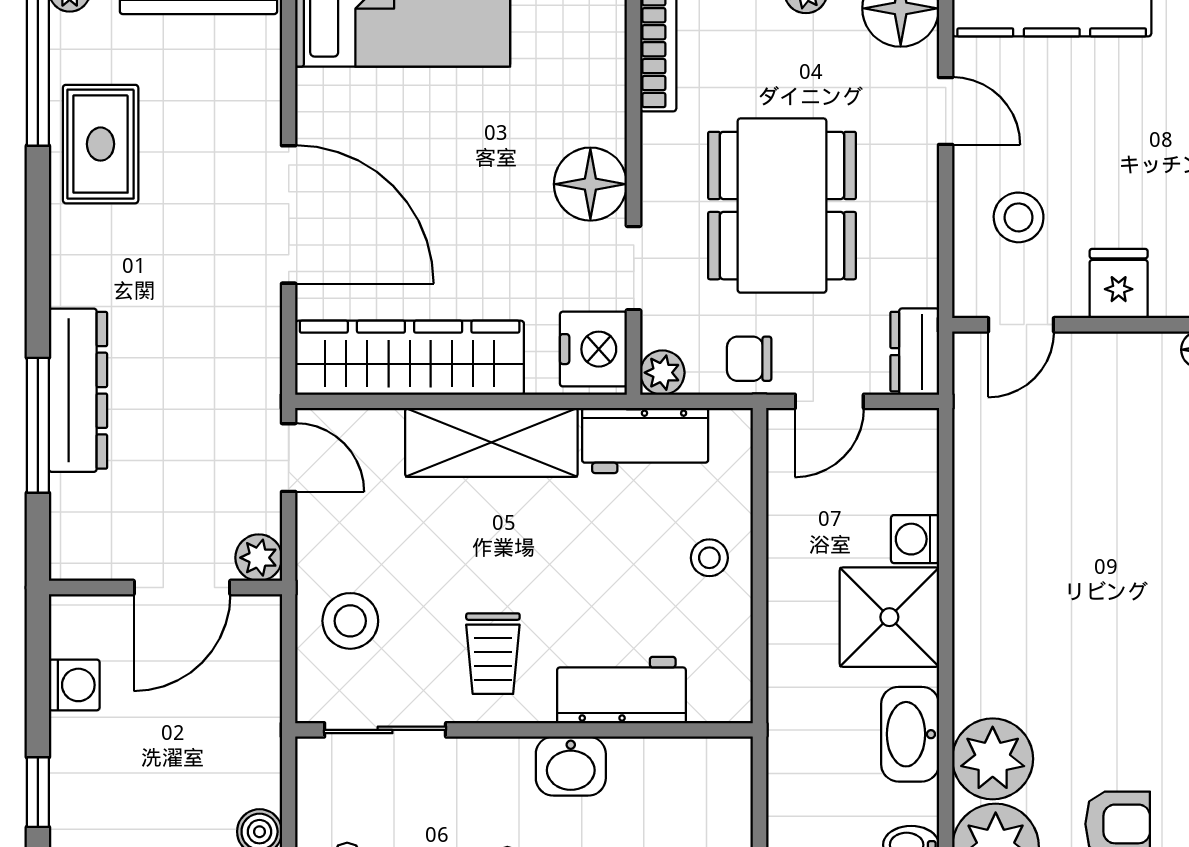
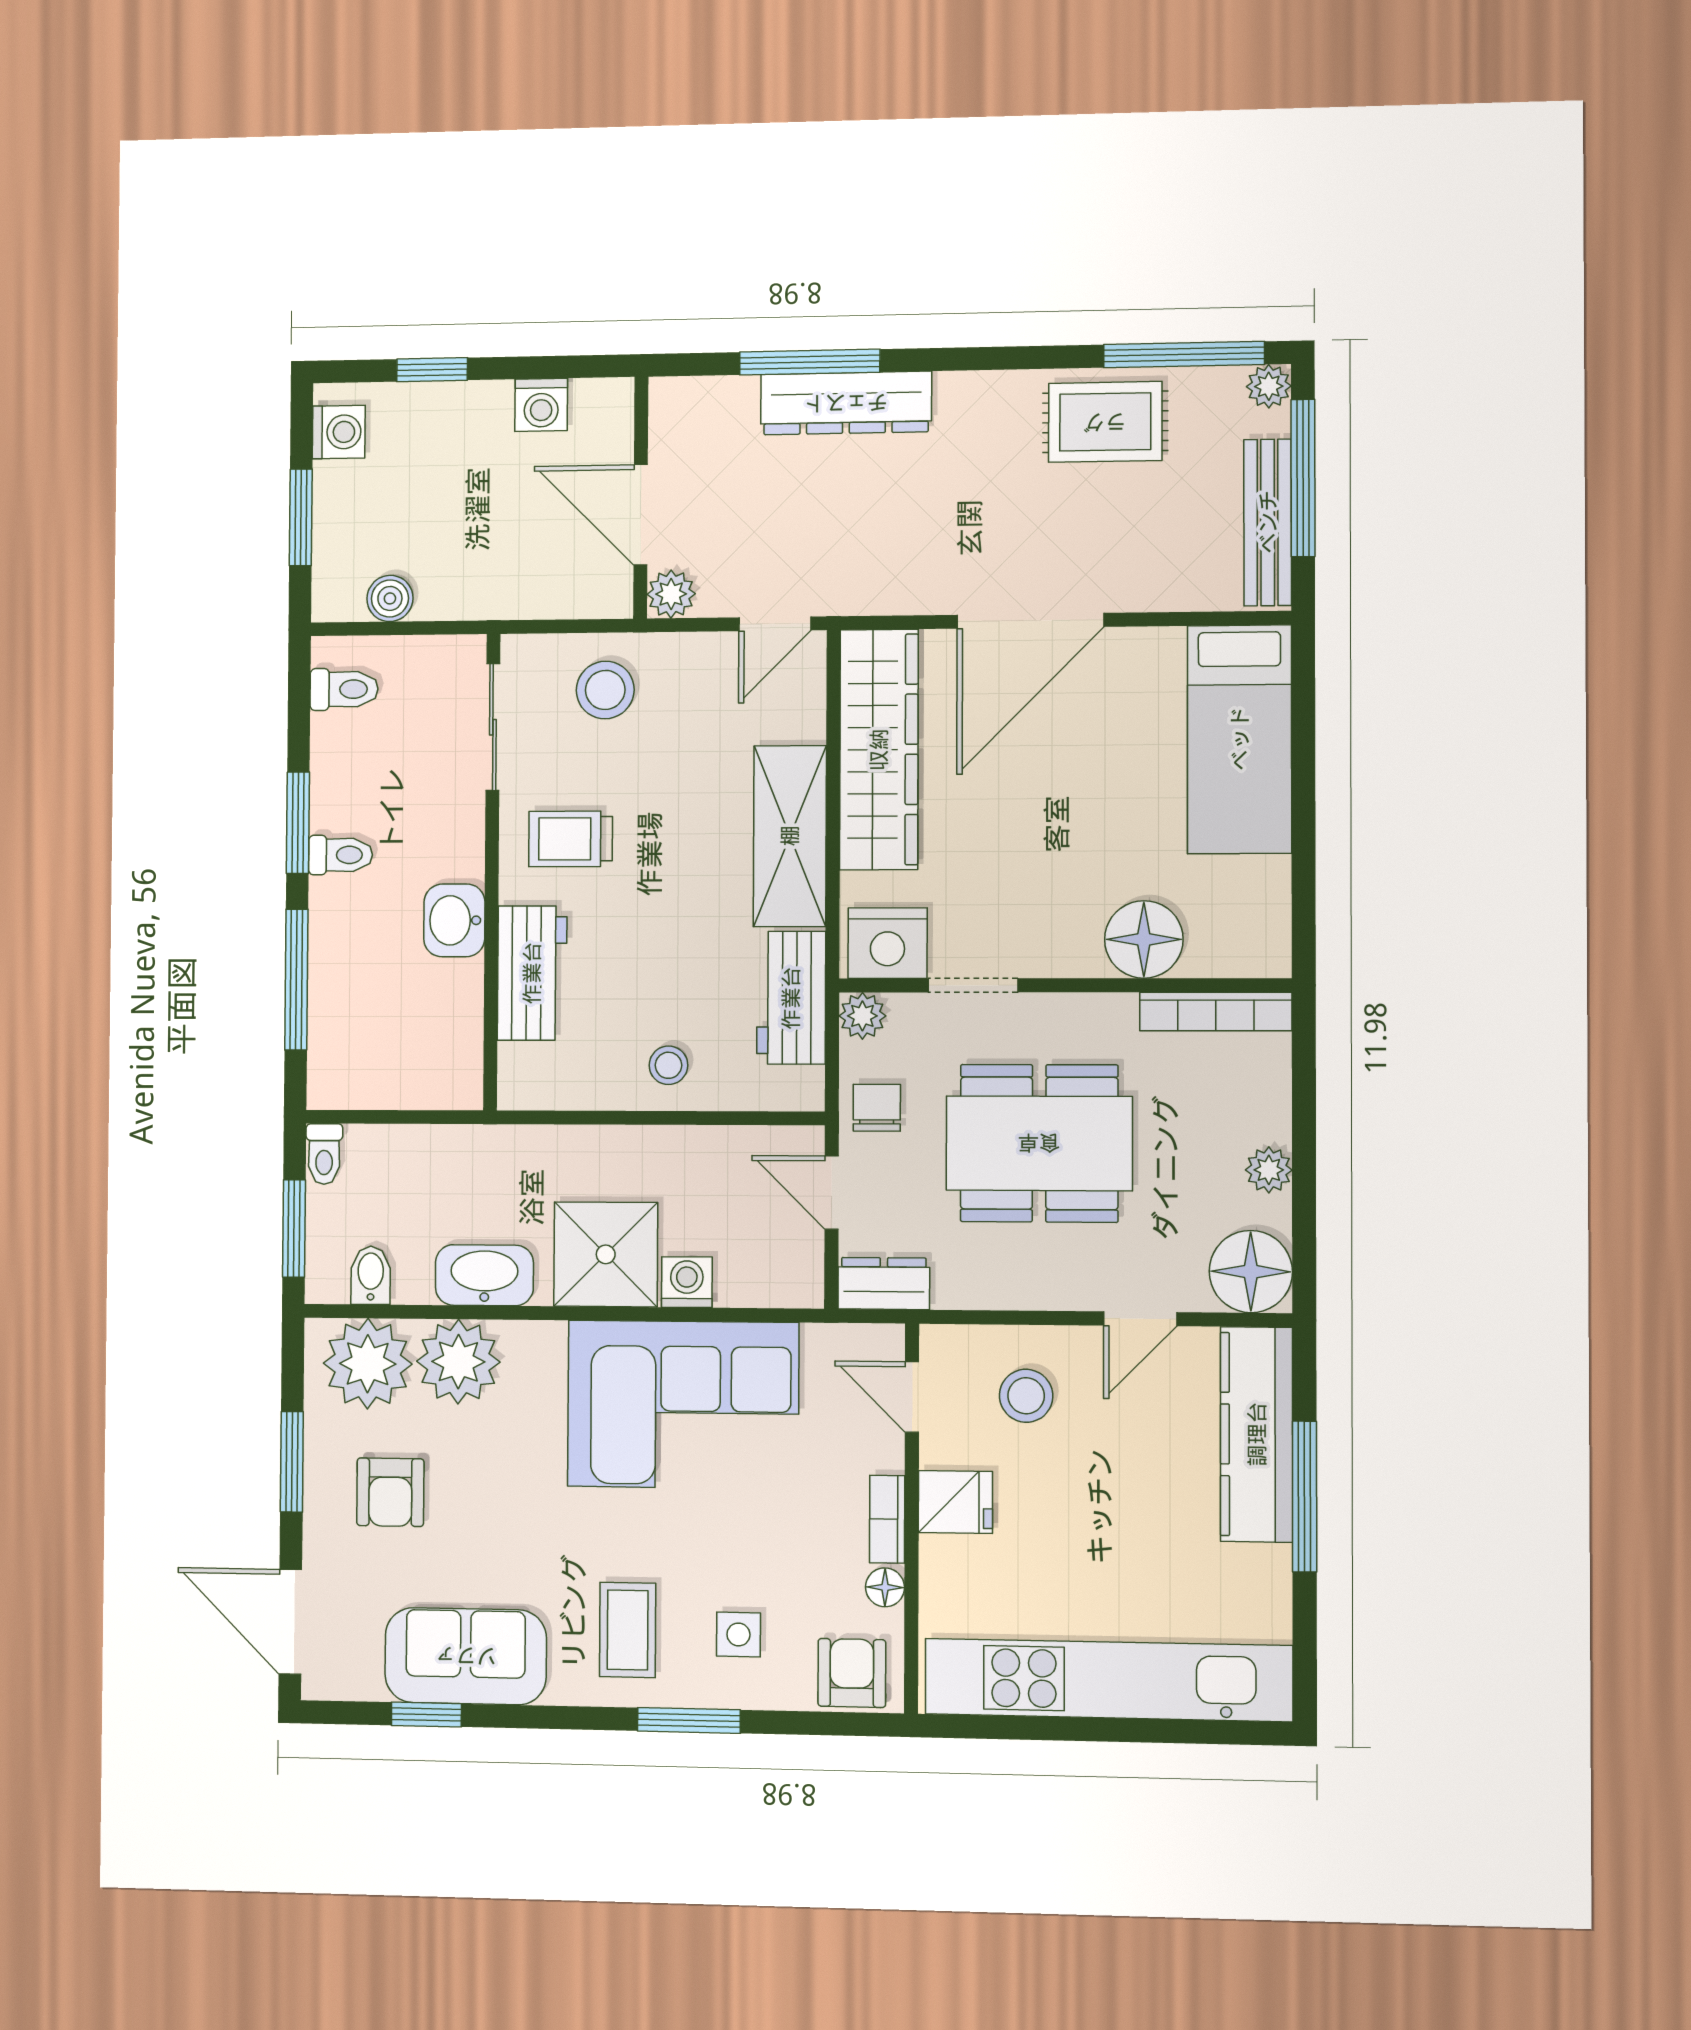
floor lamp: (590, 184) -> (1144, 939), moved
bookcase: (1136, 348) -> (887, 1519), added
corner sofa: (1031, 542) -> (683, 1405), added

